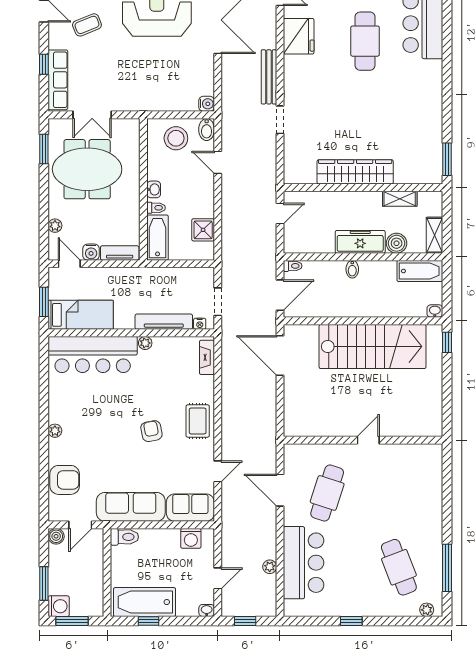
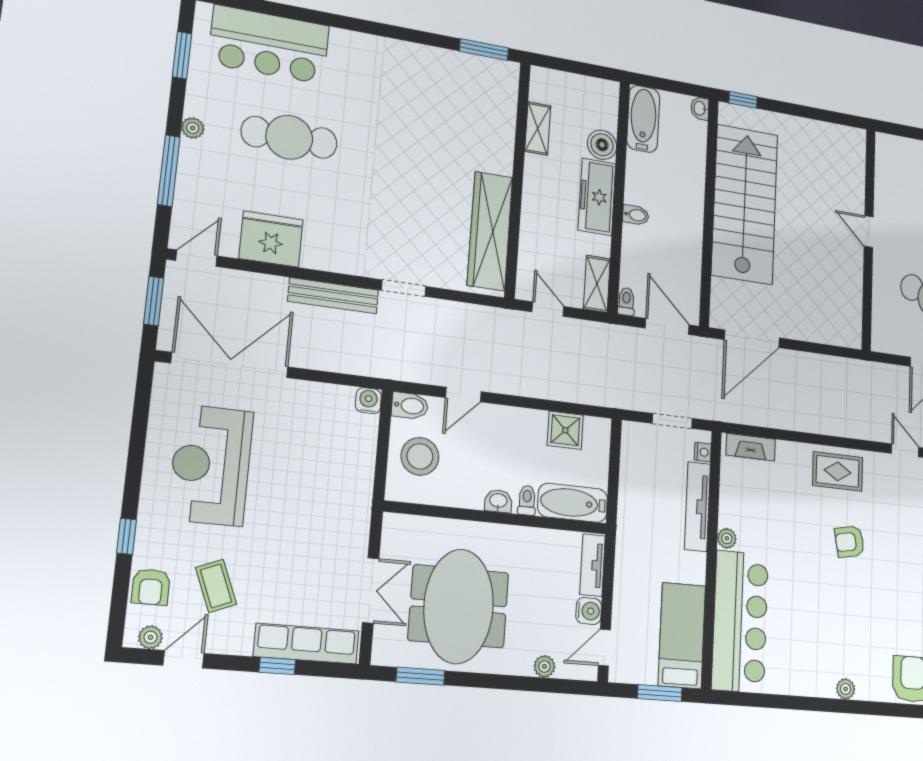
wardrobe: (355, 172) -> (490, 231), moved
shelving: (434, 235) -> (597, 284), moved, turned 90

